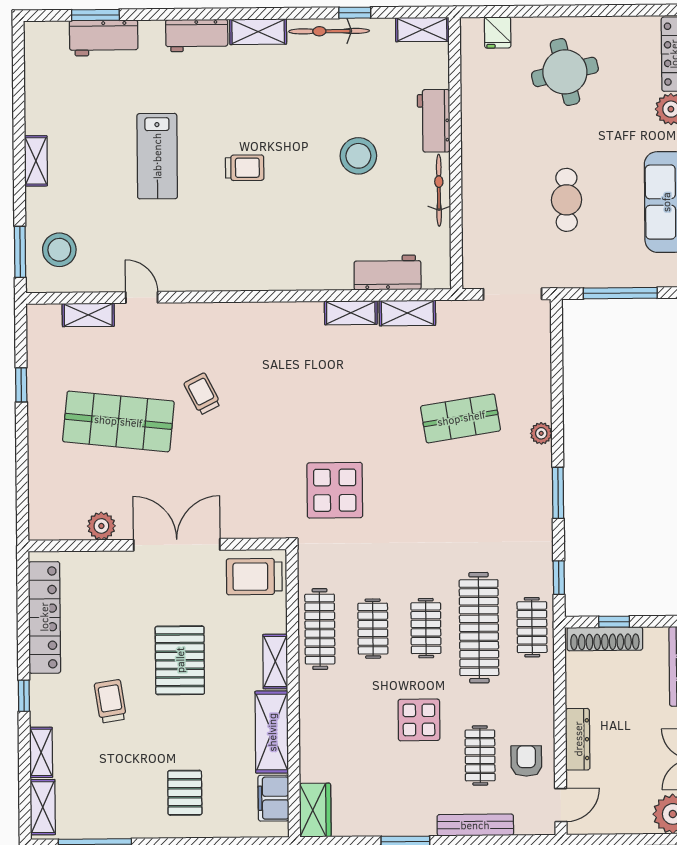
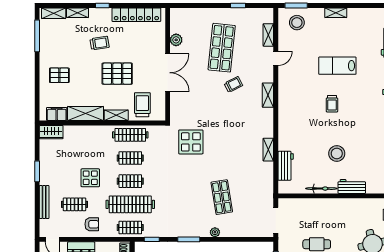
shelving: (407, 313) -> (268, 95), moved
trolley: (254, 577) -> (142, 105), moved
armchair: (526, 761) -> (92, 224), moved

